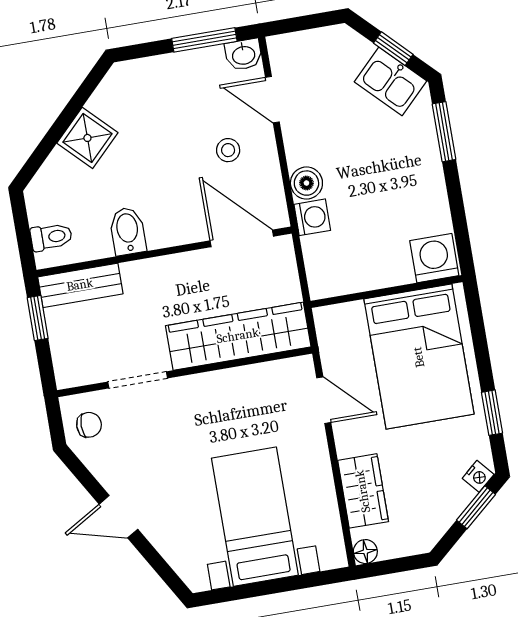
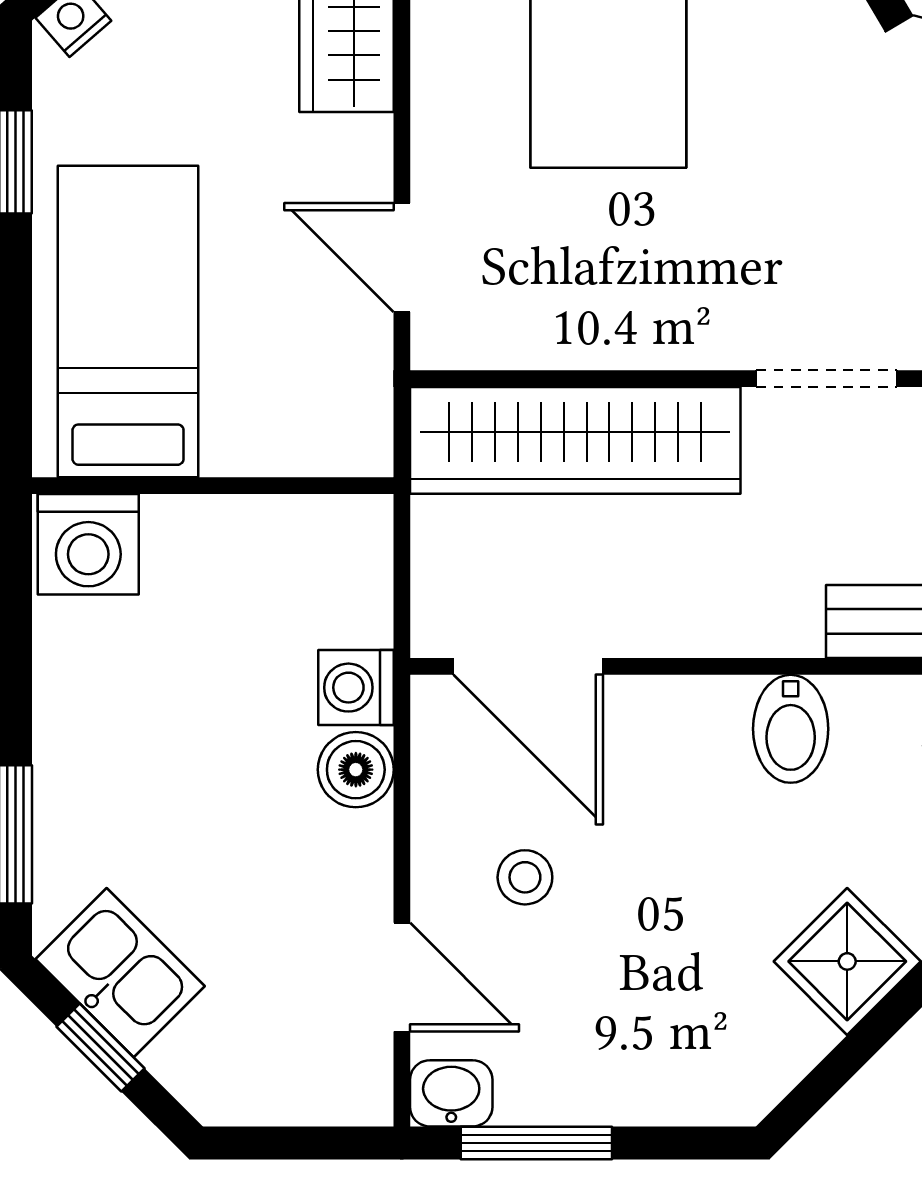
bed: (419, 357) -> (128, 321), width x0.67

